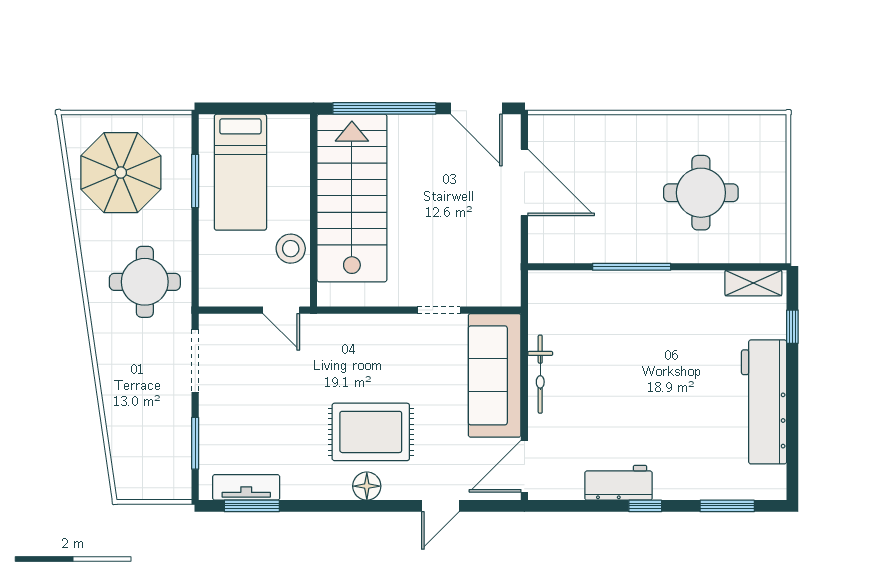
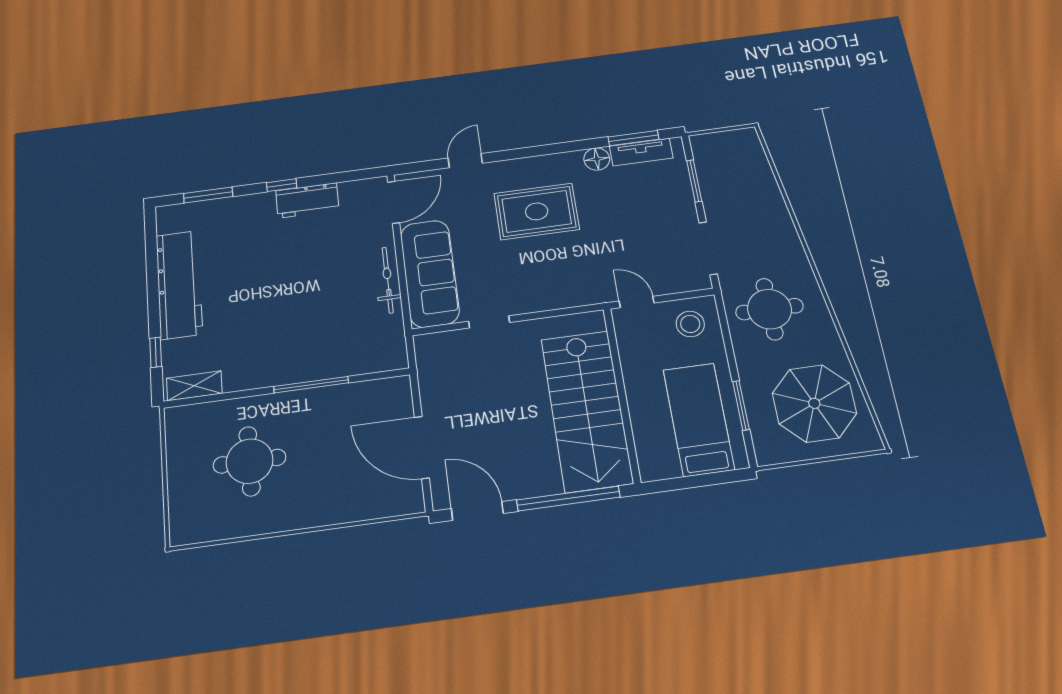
stool: (291, 249) -> (690, 324), moved
floor lamp: (367, 486) -> (597, 159), moved

